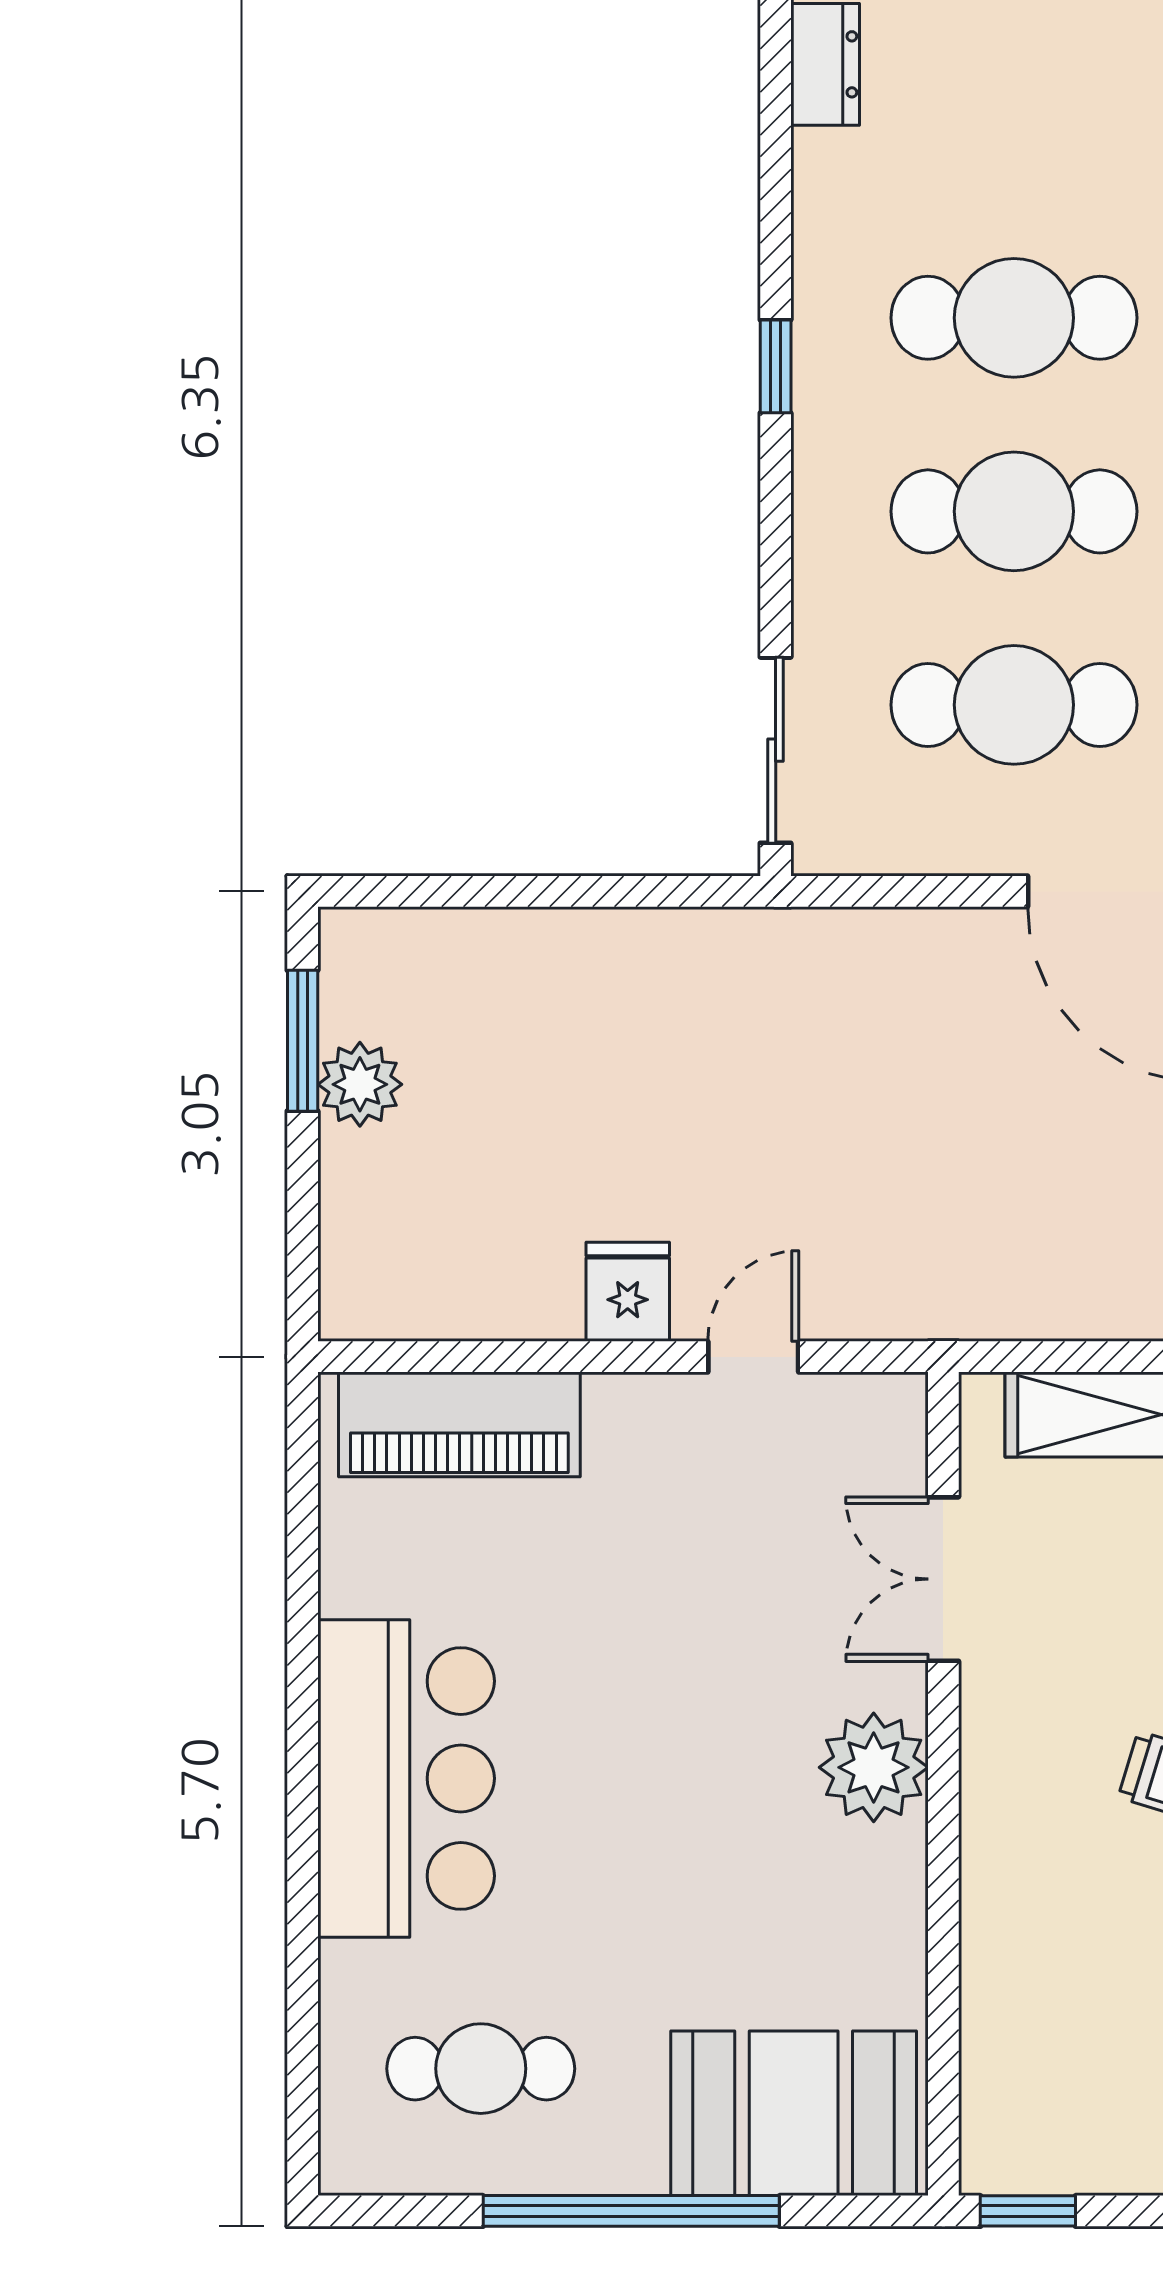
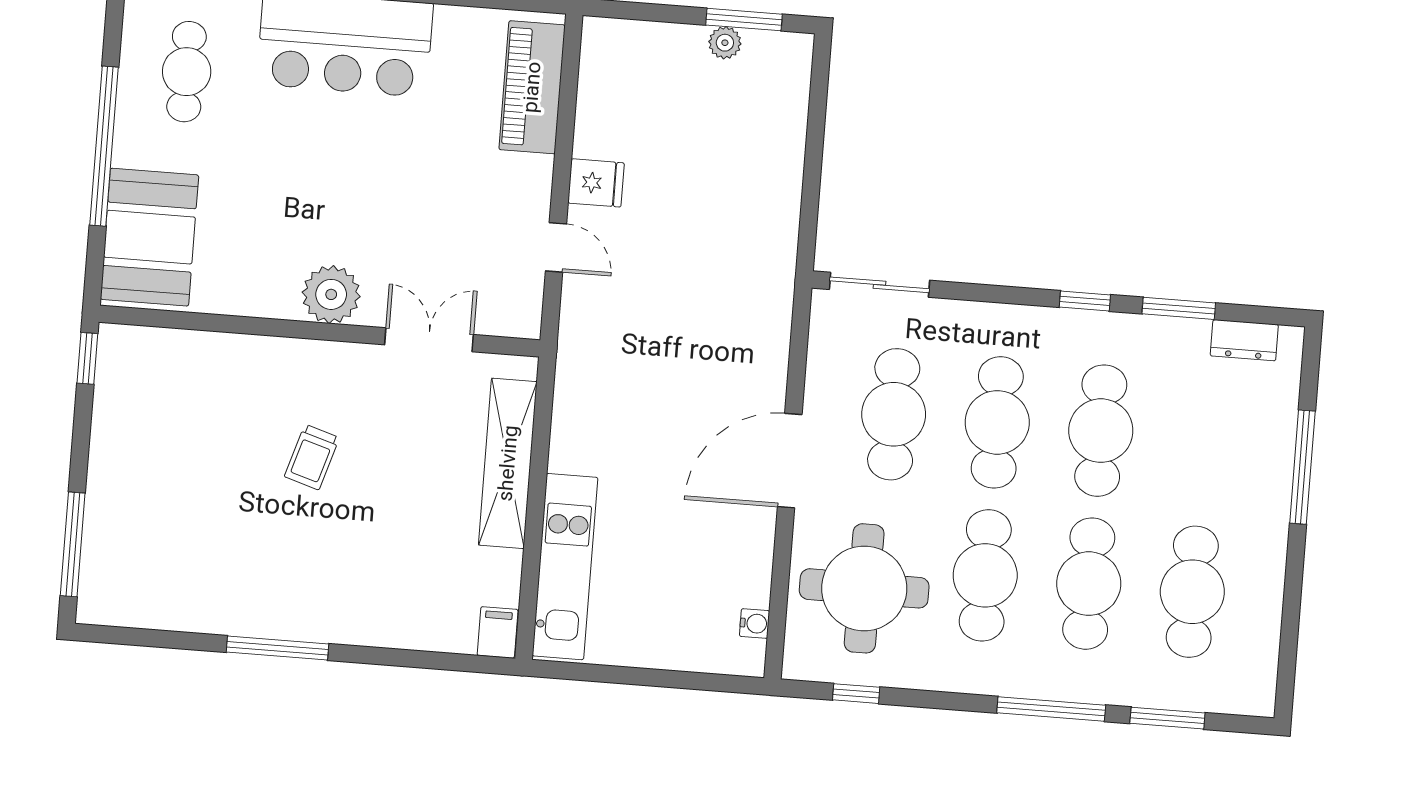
window: (776, 191) -> (1179, 308), added
plant: (360, 1084) -> (725, 43), width x0.73, depth x0.73

